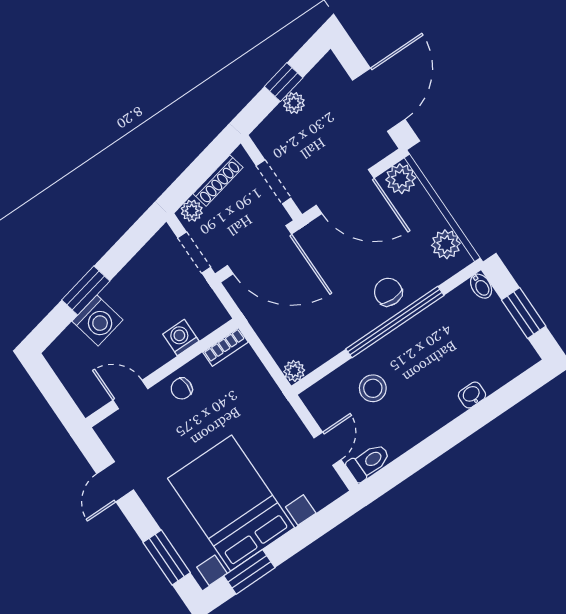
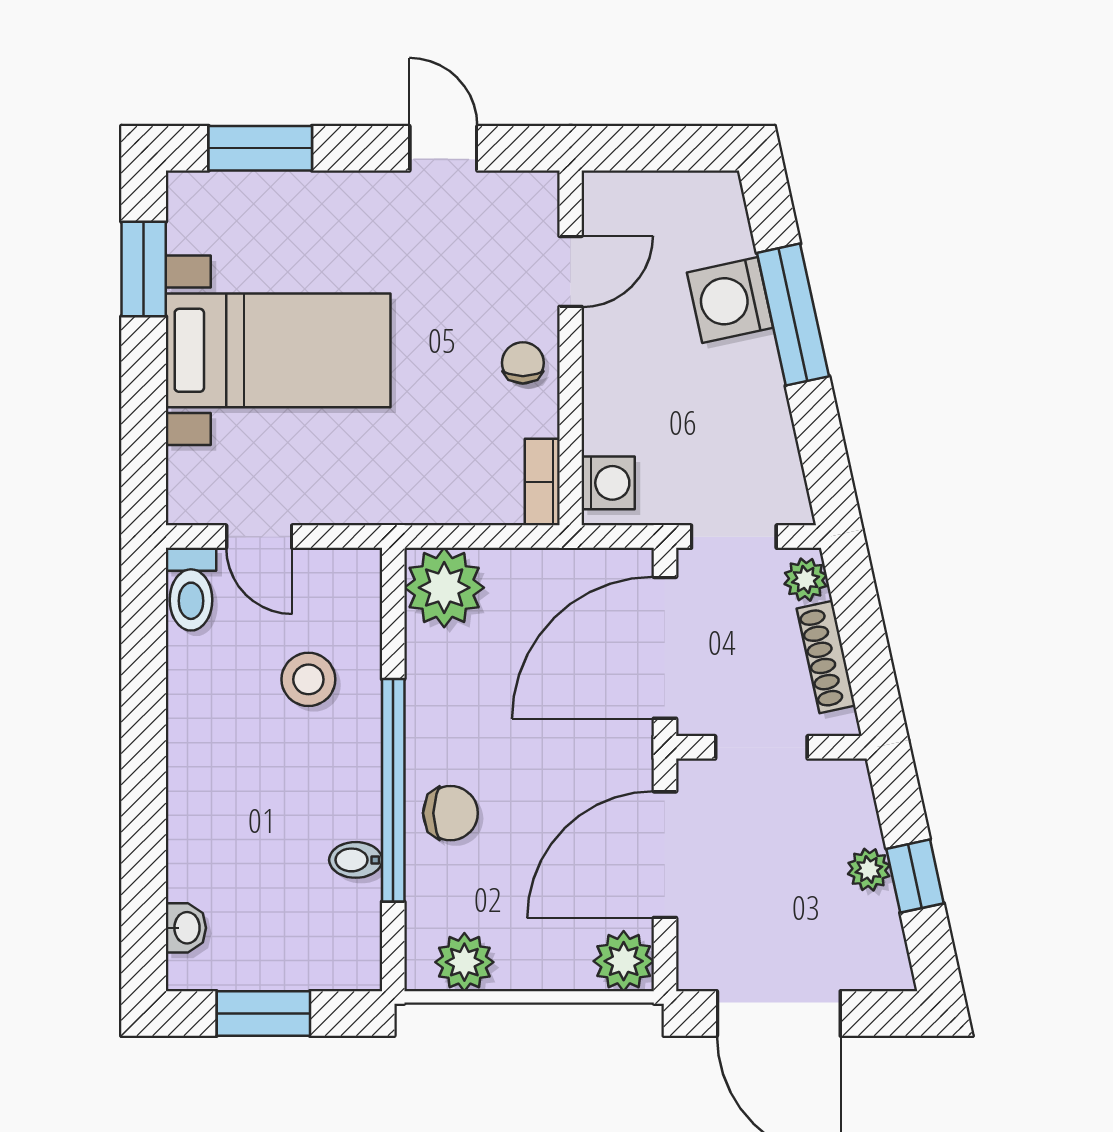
bidet: (481, 286) -> (356, 860), moved
window: (86, 290) -> (793, 315), width x1.44
washing machine: (181, 338) -> (608, 483), moved
plant: (294, 371) -> (444, 588), width x1.88, depth x1.88
washbasin: (472, 395) -> (186, 928), moved
bed with nightstands: (231, 503) -> (278, 350), width x0.73

